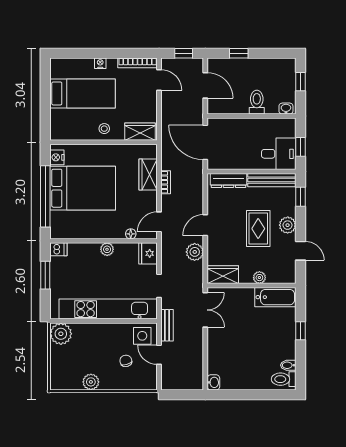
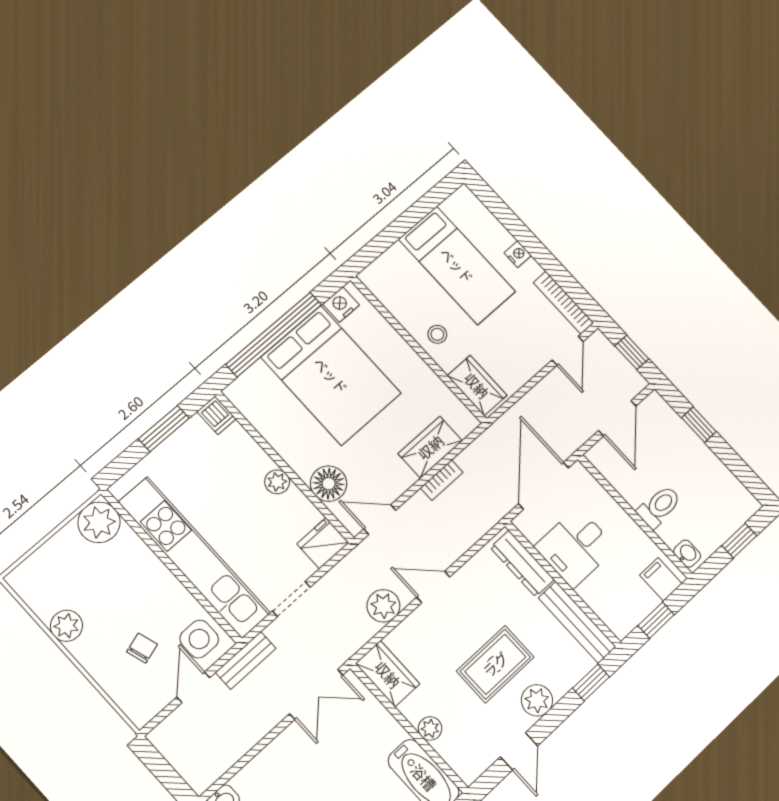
filing cabinet: (286, 129) -> (661, 579), added
desk: (279, 154) -> (575, 547), moved, turned 90
floor lamp: (131, 234) -> (329, 484), width x1.89, depth x1.89

